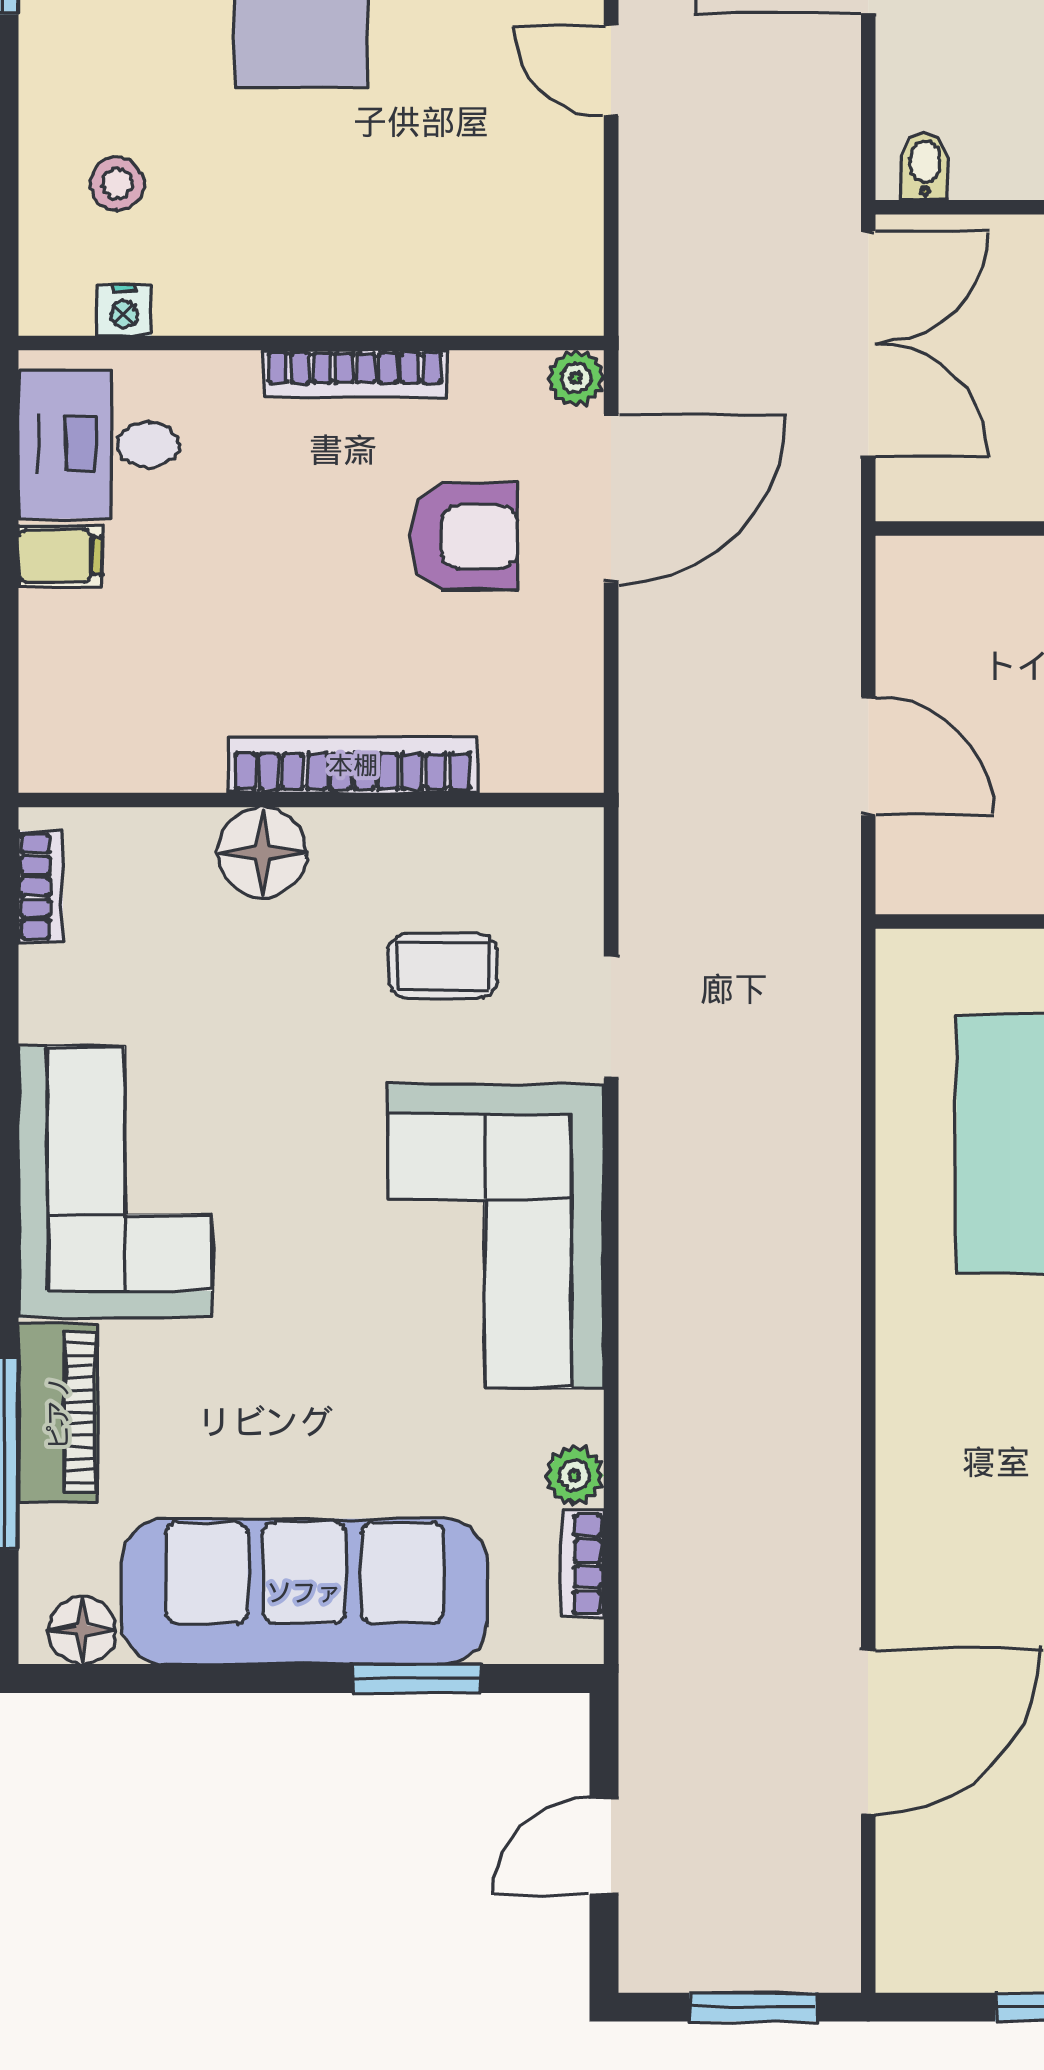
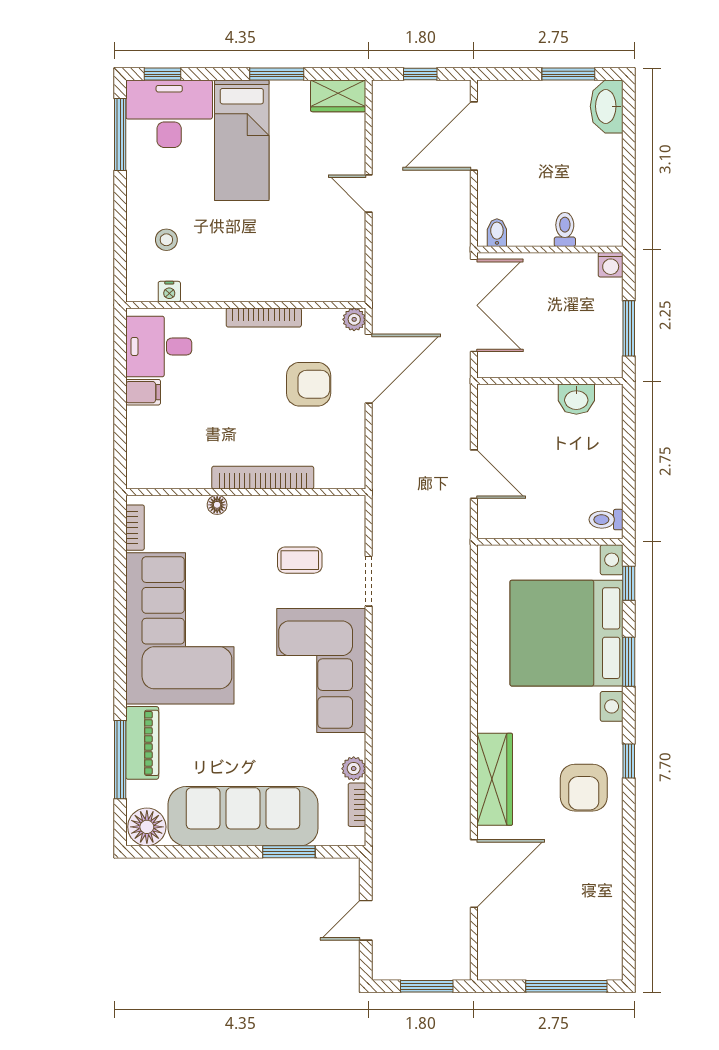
floor lamp: (262, 852) -> (217, 505), width x0.53, depth x0.53
corner sofa: (115, 1182) -> (180, 628), width x1.36, depth x1.36
wardrobe: (919, 1501) -> (495, 779), added
floor lamp: (82, 1630) -> (147, 827), width x1.38, depth x1.38

